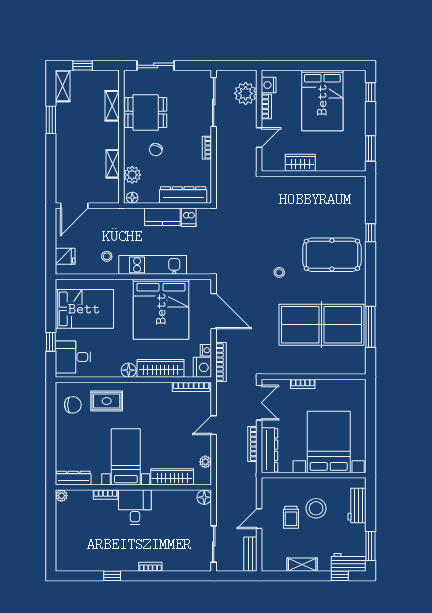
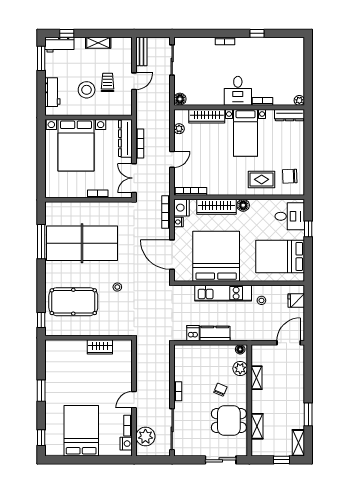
wardrobe: (300, 163) -> (100, 347), moved
wall: (314, 174) -> (89, 338), moved
dresser: (183, 195) -> (198, 352), removed

